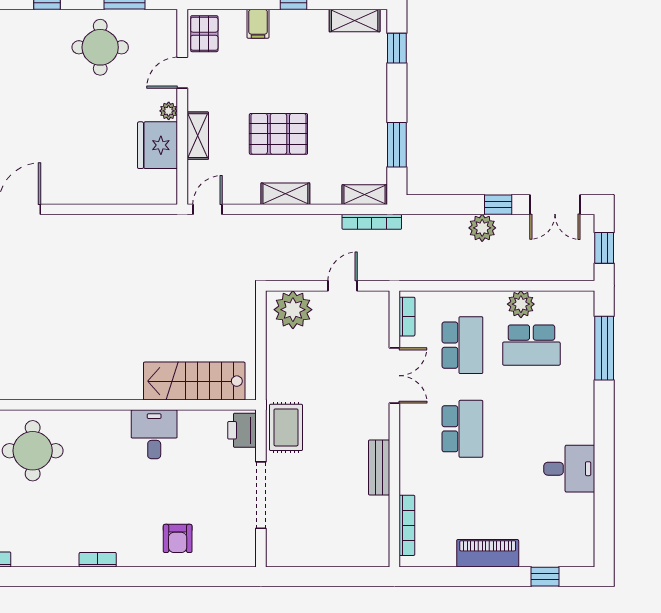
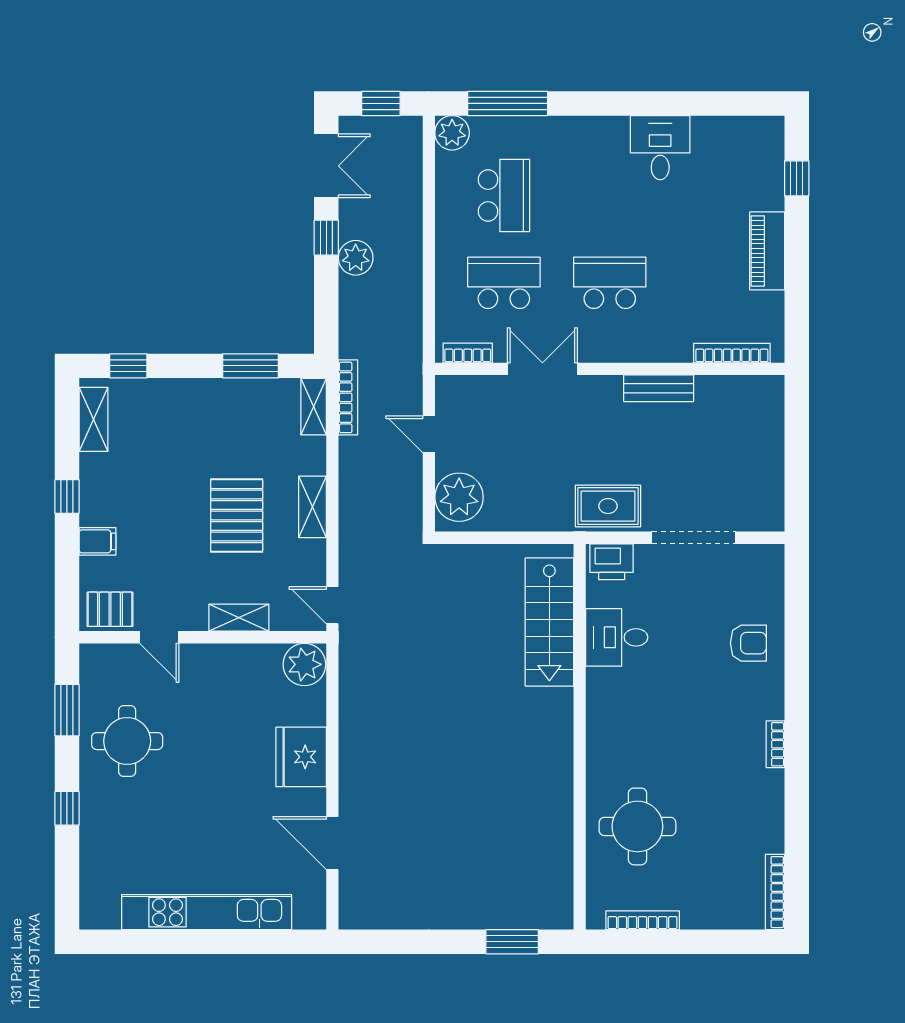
plant: (169, 111) -> (304, 664), moved, width x1.88, depth x1.88
fridge: (158, 145) -> (301, 757), moved, turned 90
plant: (521, 304) -> (452, 133), moved
desk: (154, 434) -> (617, 637), moved

